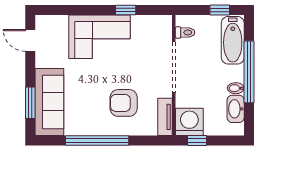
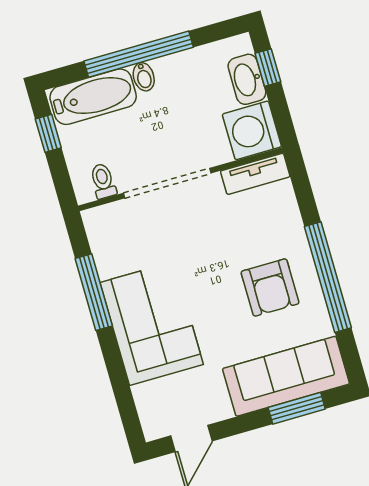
window: (126, 10) -> (94, 292), width x2.17
bidet: (236, 88) -> (144, 77), moved
armchair: (124, 103) -> (270, 287), moved
washbasin: (236, 109) -> (247, 79), moved, turned 90
window: (197, 140) -> (268, 68), moved

